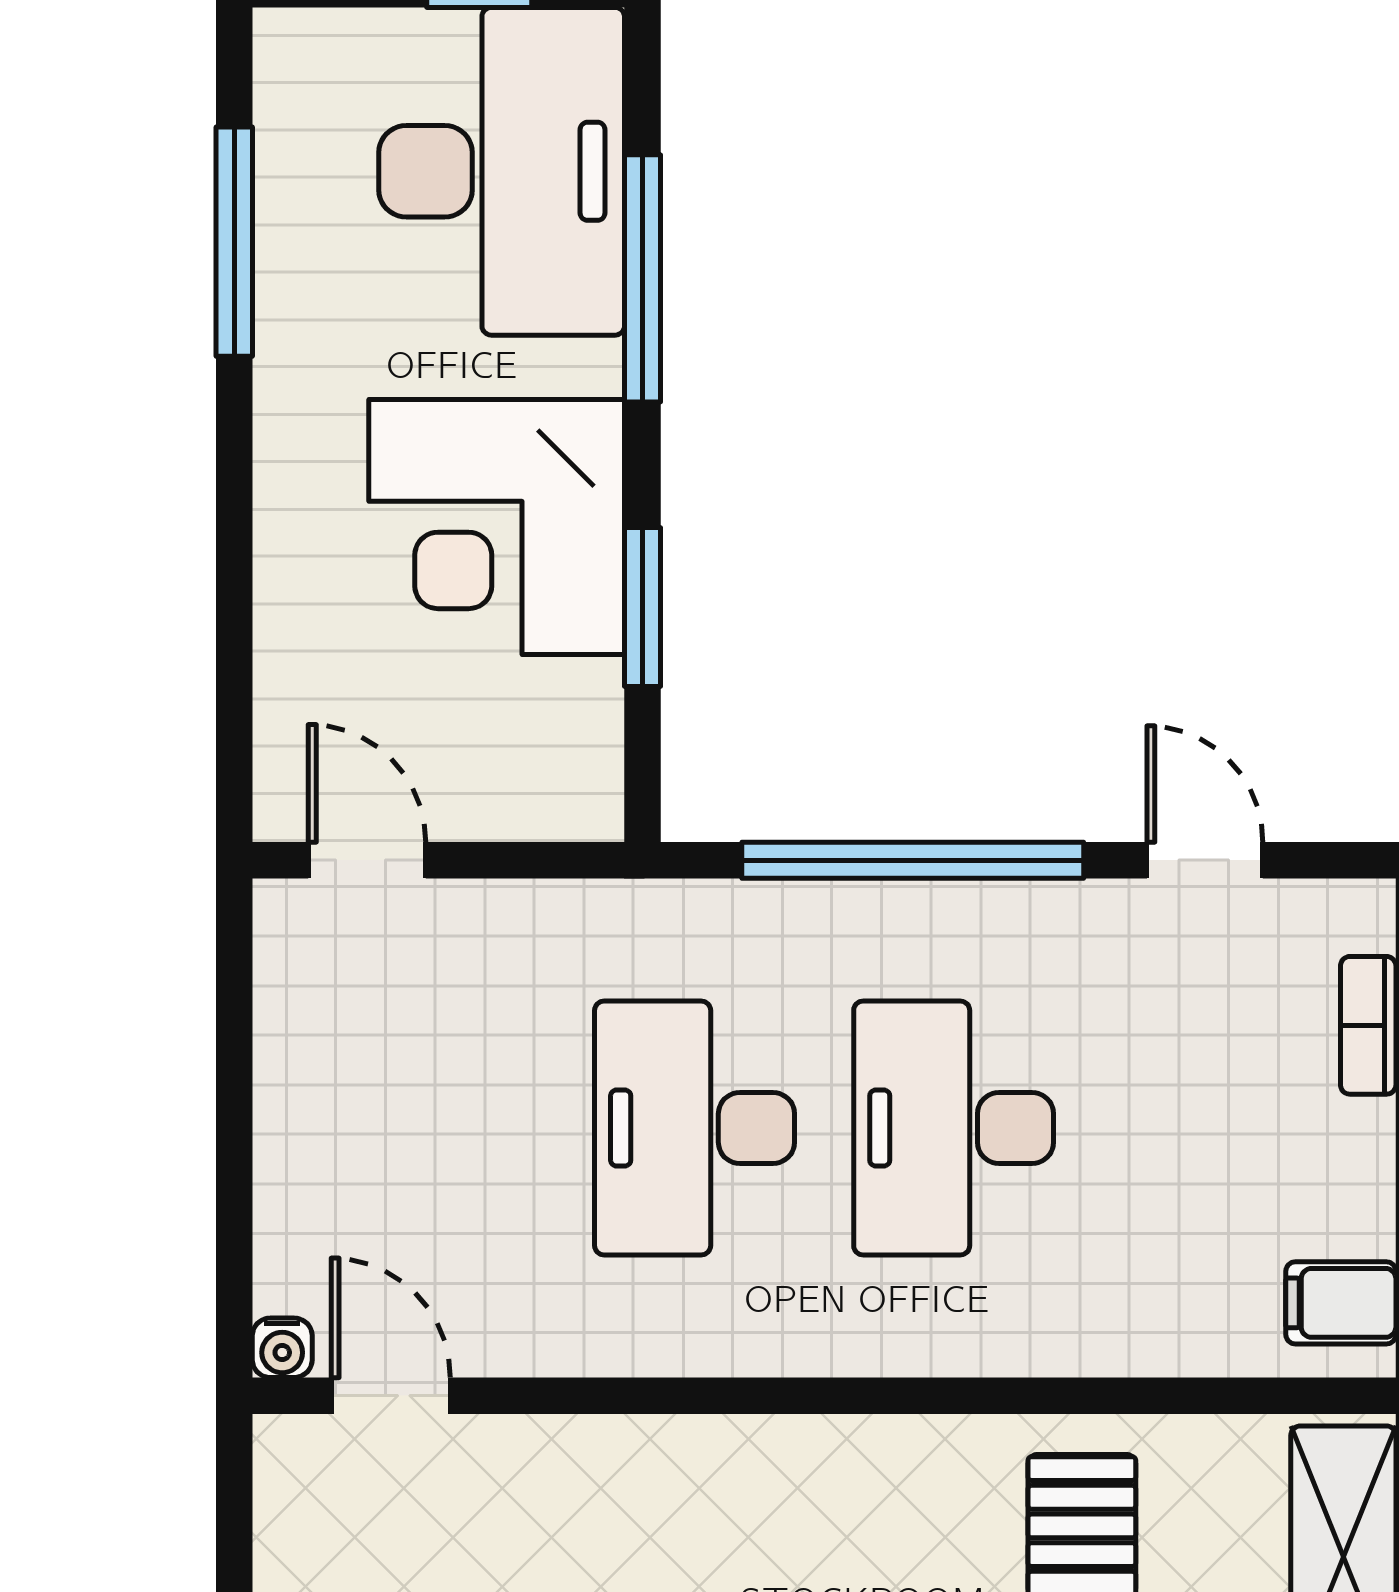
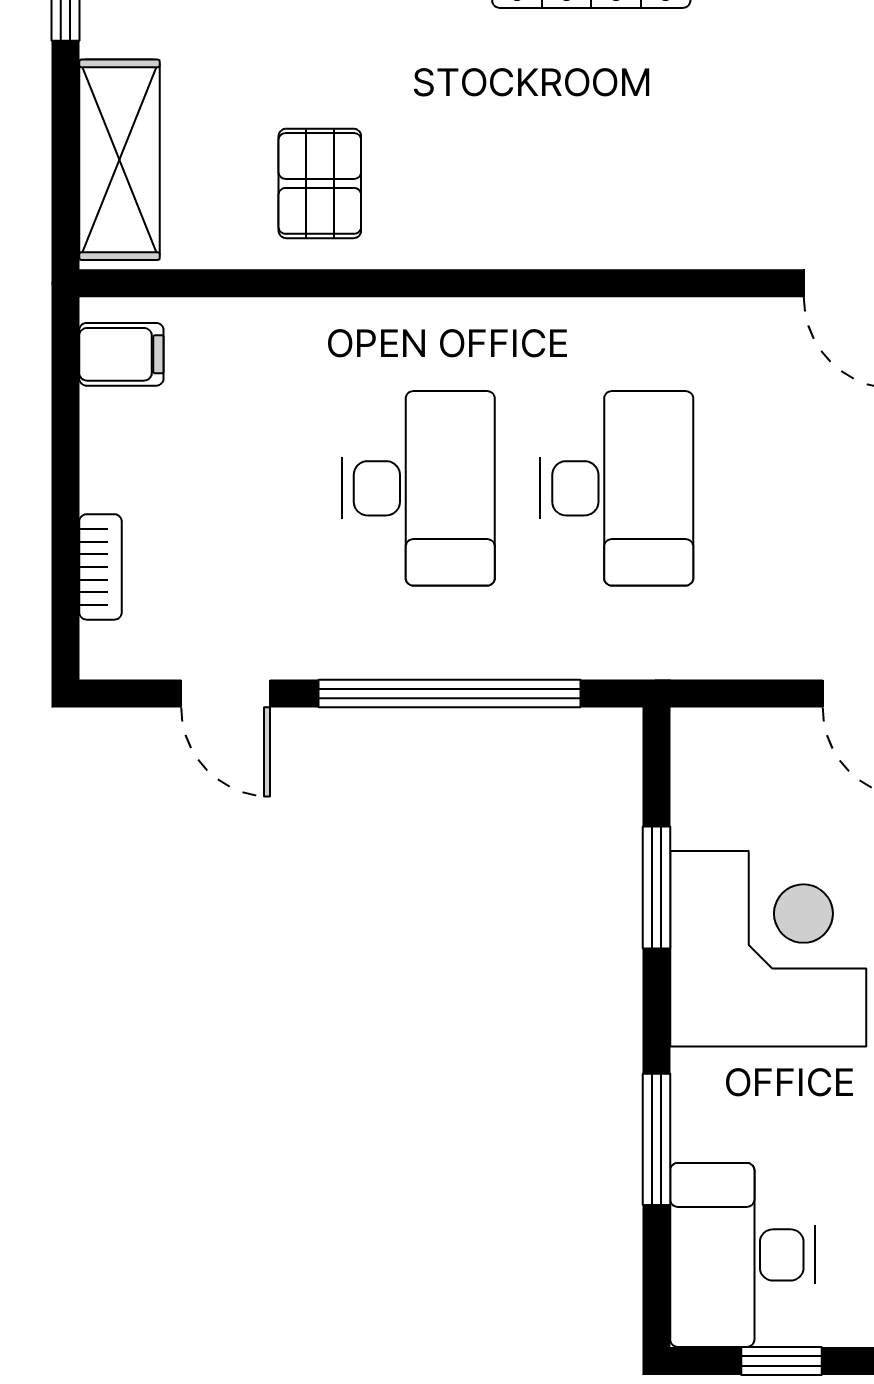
desk: (502, 171) -> (743, 1255), width x0.73, depth x0.77
window: (643, 278) -> (656, 1139), width x0.69

